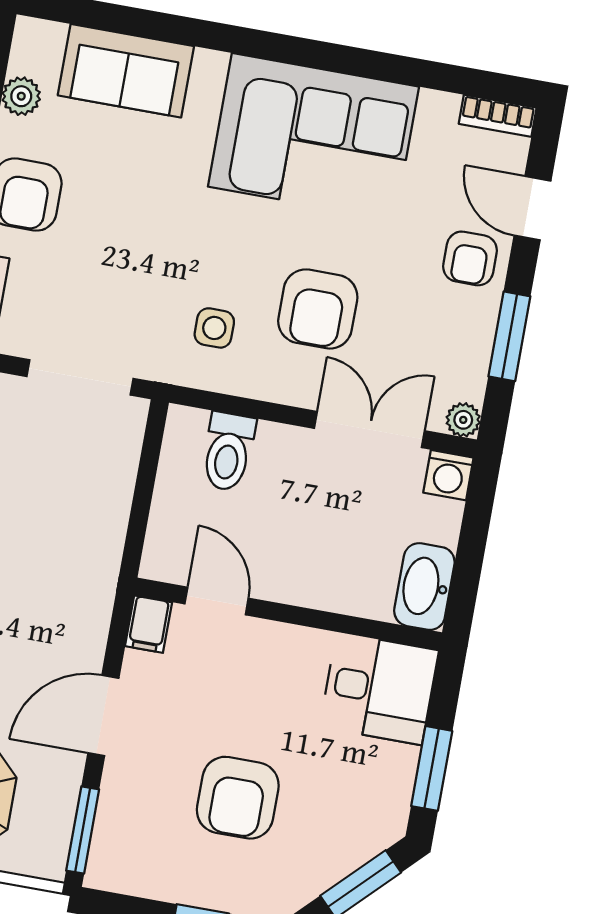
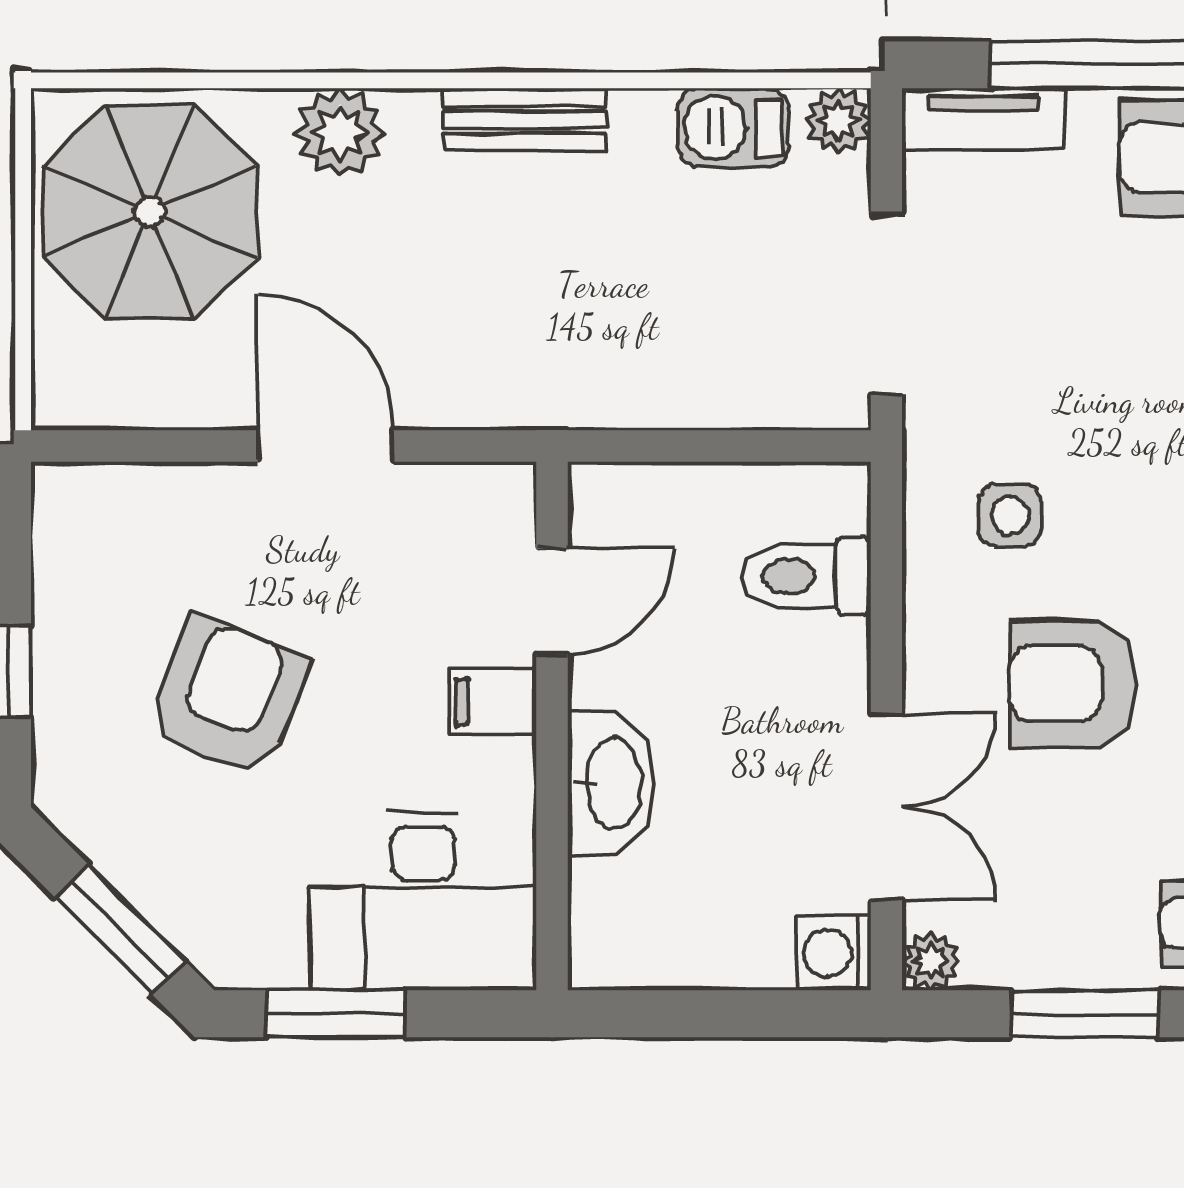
washbasin: (424, 587) -> (611, 783), moved, turned 90
filing cabinet: (149, 624) -> (493, 702), moved
desk: (379, 689) -> (423, 901), width x1.37
armchair: (238, 798) -> (228, 697), turned 111
window: (83, 830) -> (127, 446), removed

